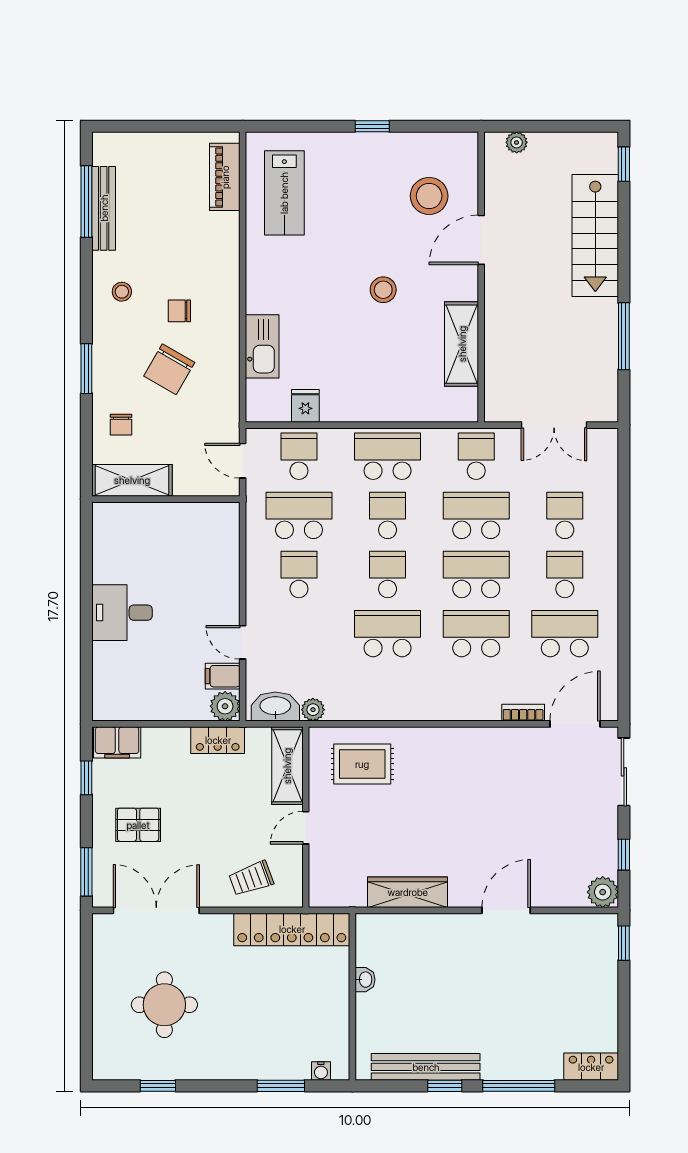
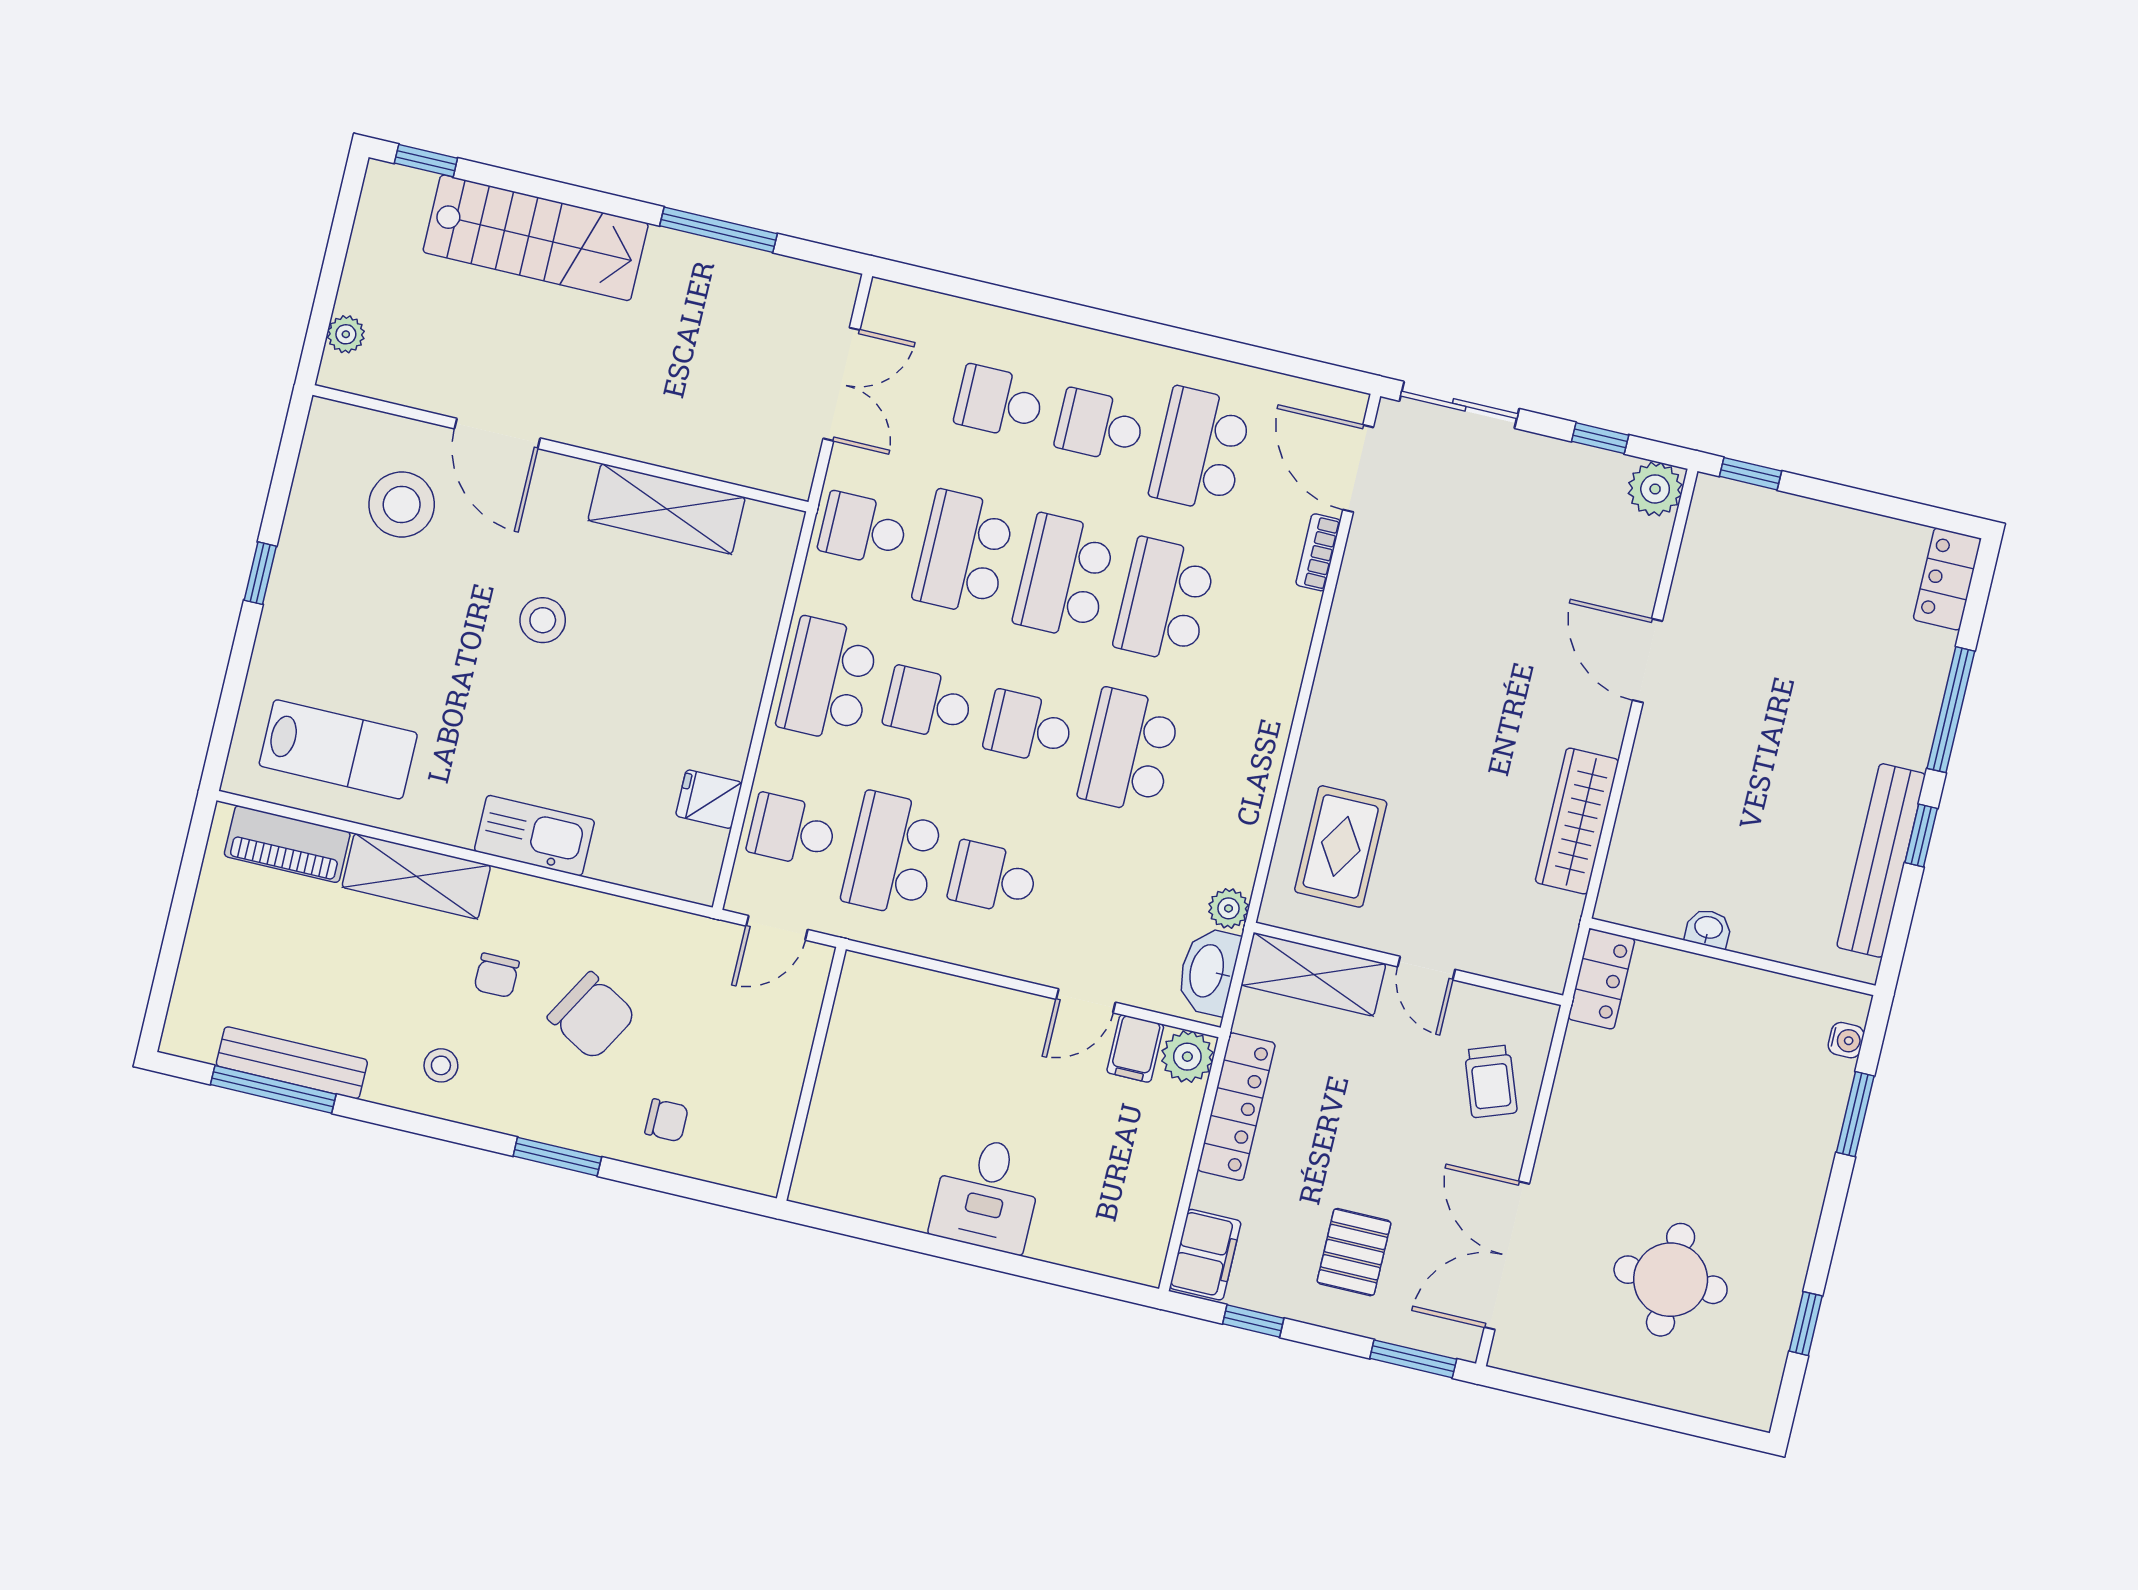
kitchen sink: (262, 346) -> (534, 836), moved
shelving: (132, 480) -> (416, 876), moved, turned 90
locker: (218, 740) -> (1236, 1107), width x1.53
locker: (292, 929) -> (1601, 979), width x0.46, depth x0.83

